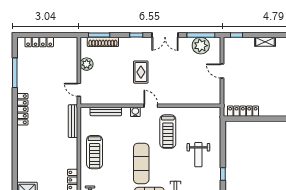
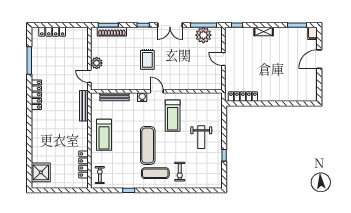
plant: (87, 64) -> (97, 63), moved

